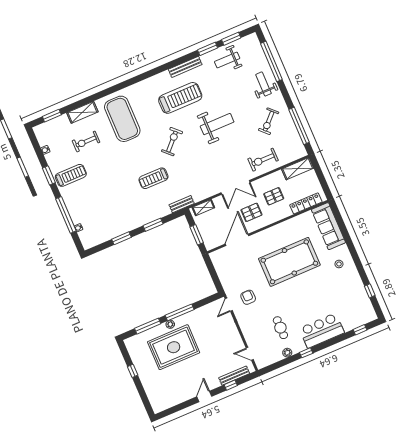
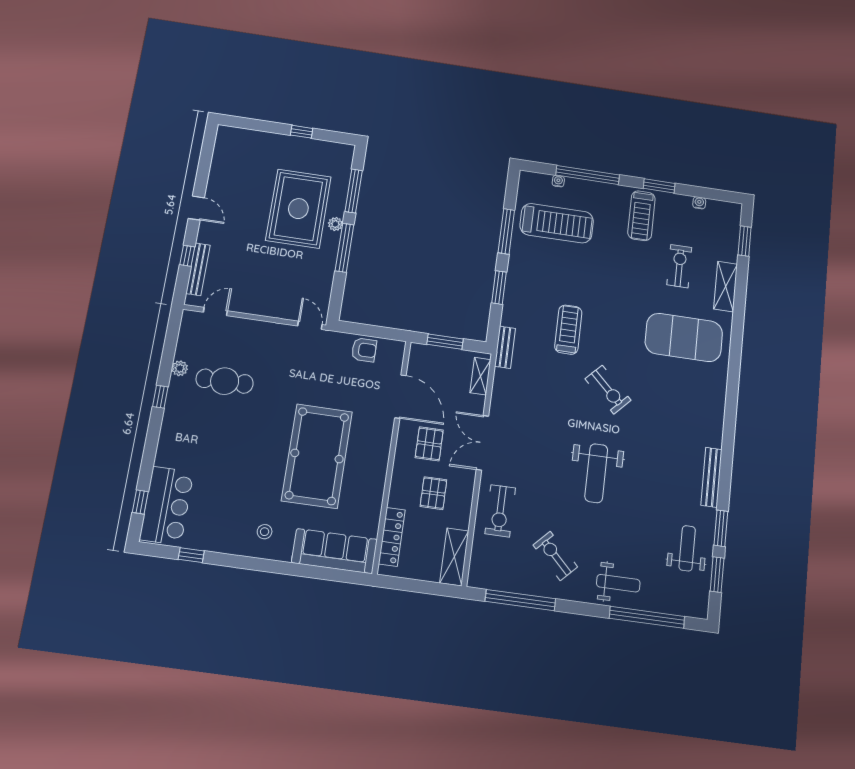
treadmill: (180, 98) -> (557, 223), moved, turned -90
exercise bike: (263, 160) -> (500, 511), turned 180
window: (122, 238) -> (506, 231), width x1.44
armchair: (248, 297) -> (364, 350), moved
cafe table: (280, 328) -> (225, 381), width x1.37, depth x1.35
bar counter: (322, 331) -> (167, 506), moved

